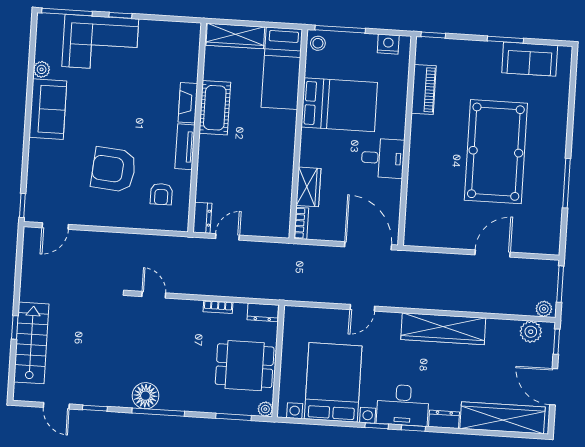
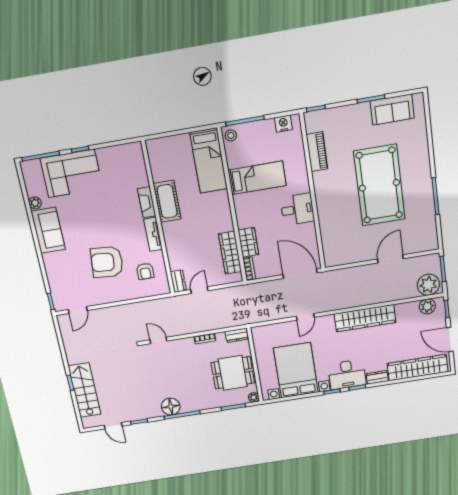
wardrobe: (235, 36) -> (230, 253), moved, turned 90
bed: (339, 105) -> (257, 178), width x0.67
plant: (544, 309) -> (428, 285), width x1.87, depth x1.87

